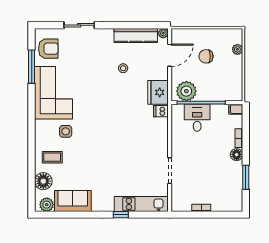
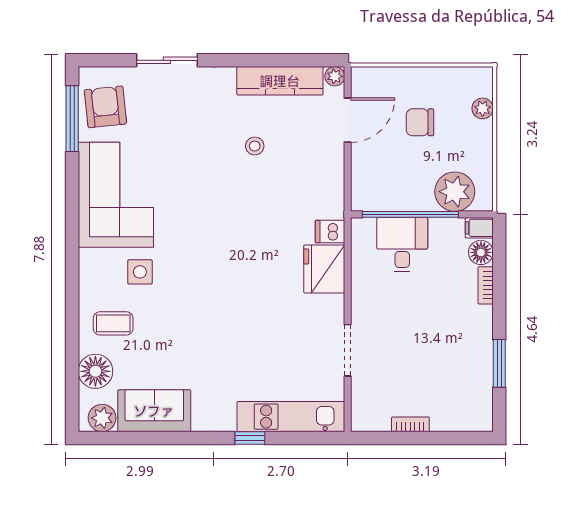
armchair: (48, 49) -> (105, 107), turned -96
window: (32, 67) -> (72, 119), moved
plant: (186, 91) -> (455, 192), moved
fridge: (158, 92) -> (324, 269), moved
floor lamp: (237, 155) -> (481, 252), moved

